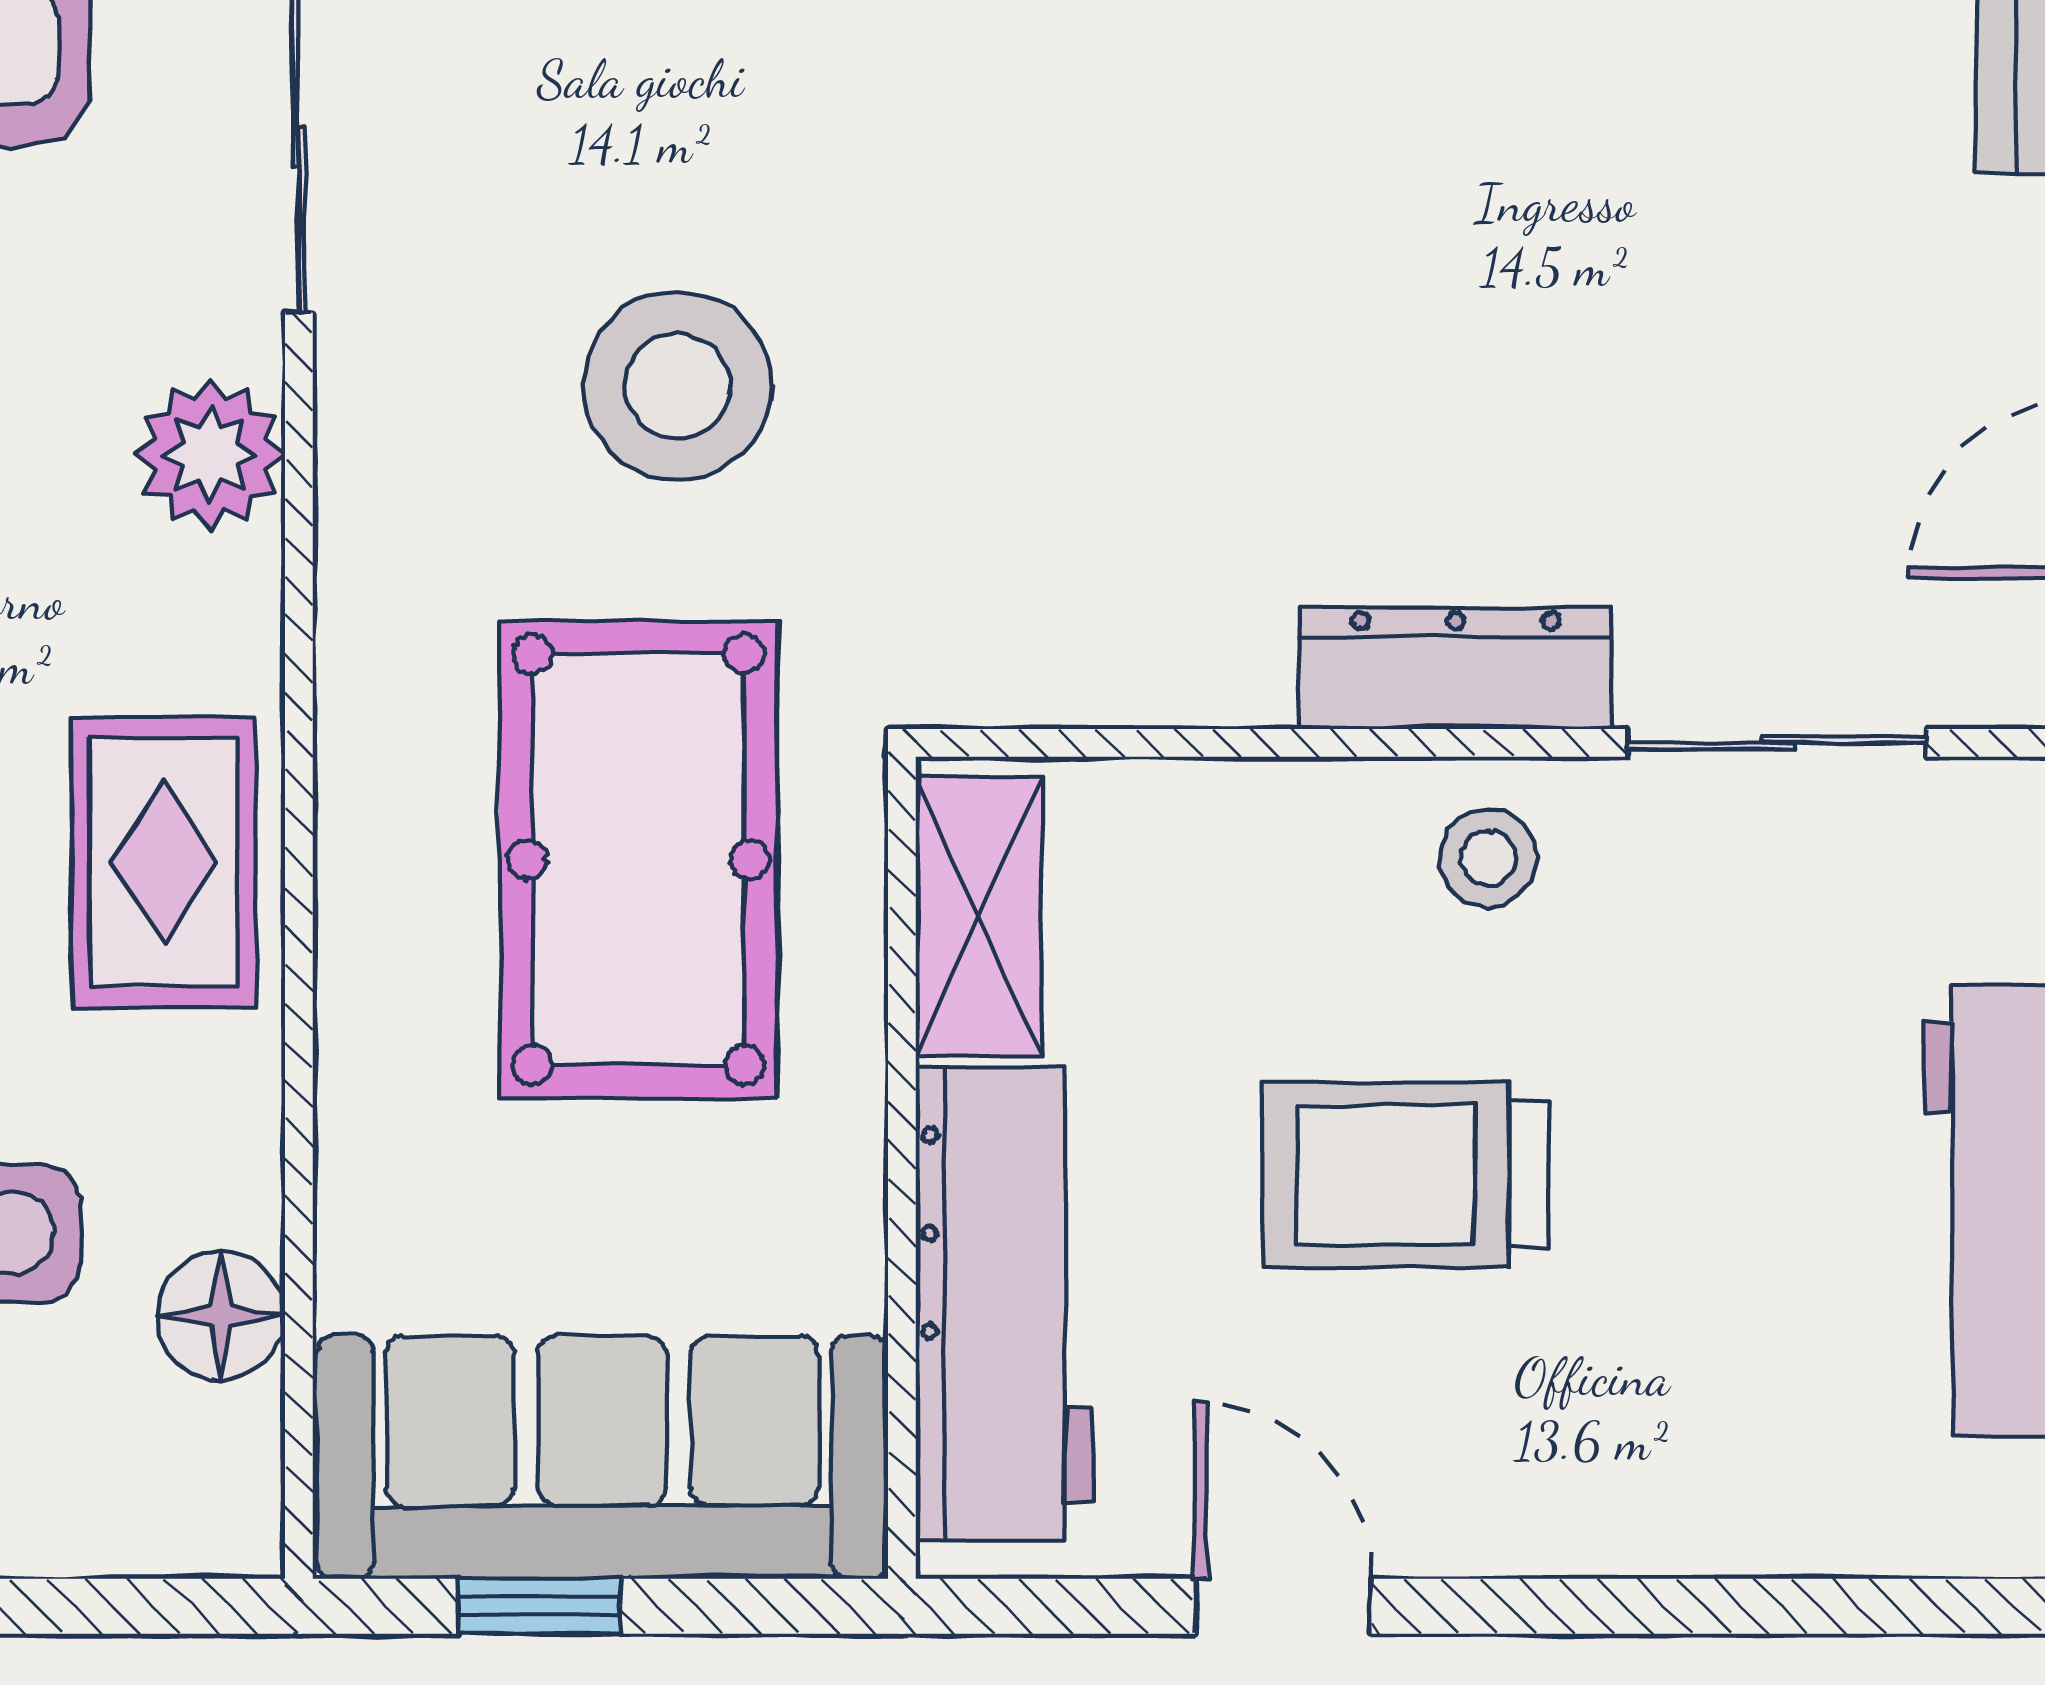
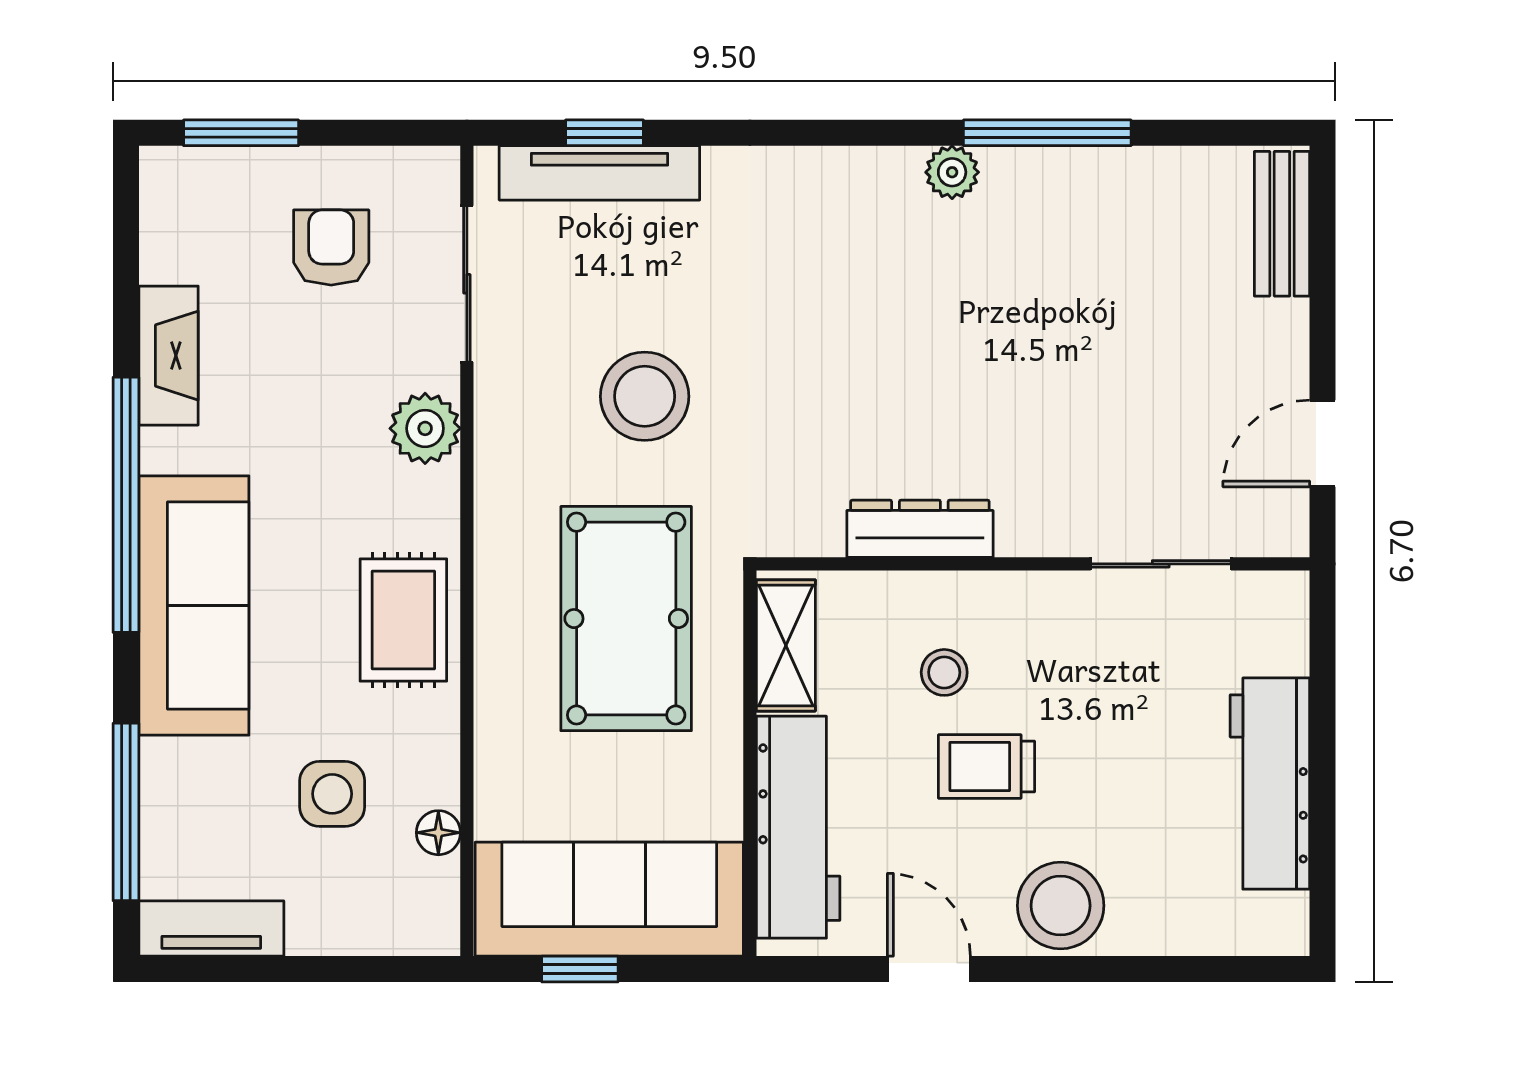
dresser: (1456, 668) -> (920, 529), moved
stool: (1488, 858) -> (944, 672), moved
trolley: (1406, 1175) -> (986, 767), width x0.73, depth x0.72
floor lamp: (221, 1316) -> (438, 833), width x0.73, depth x0.73
stool: (1564, 1471) -> (1061, 906), added

